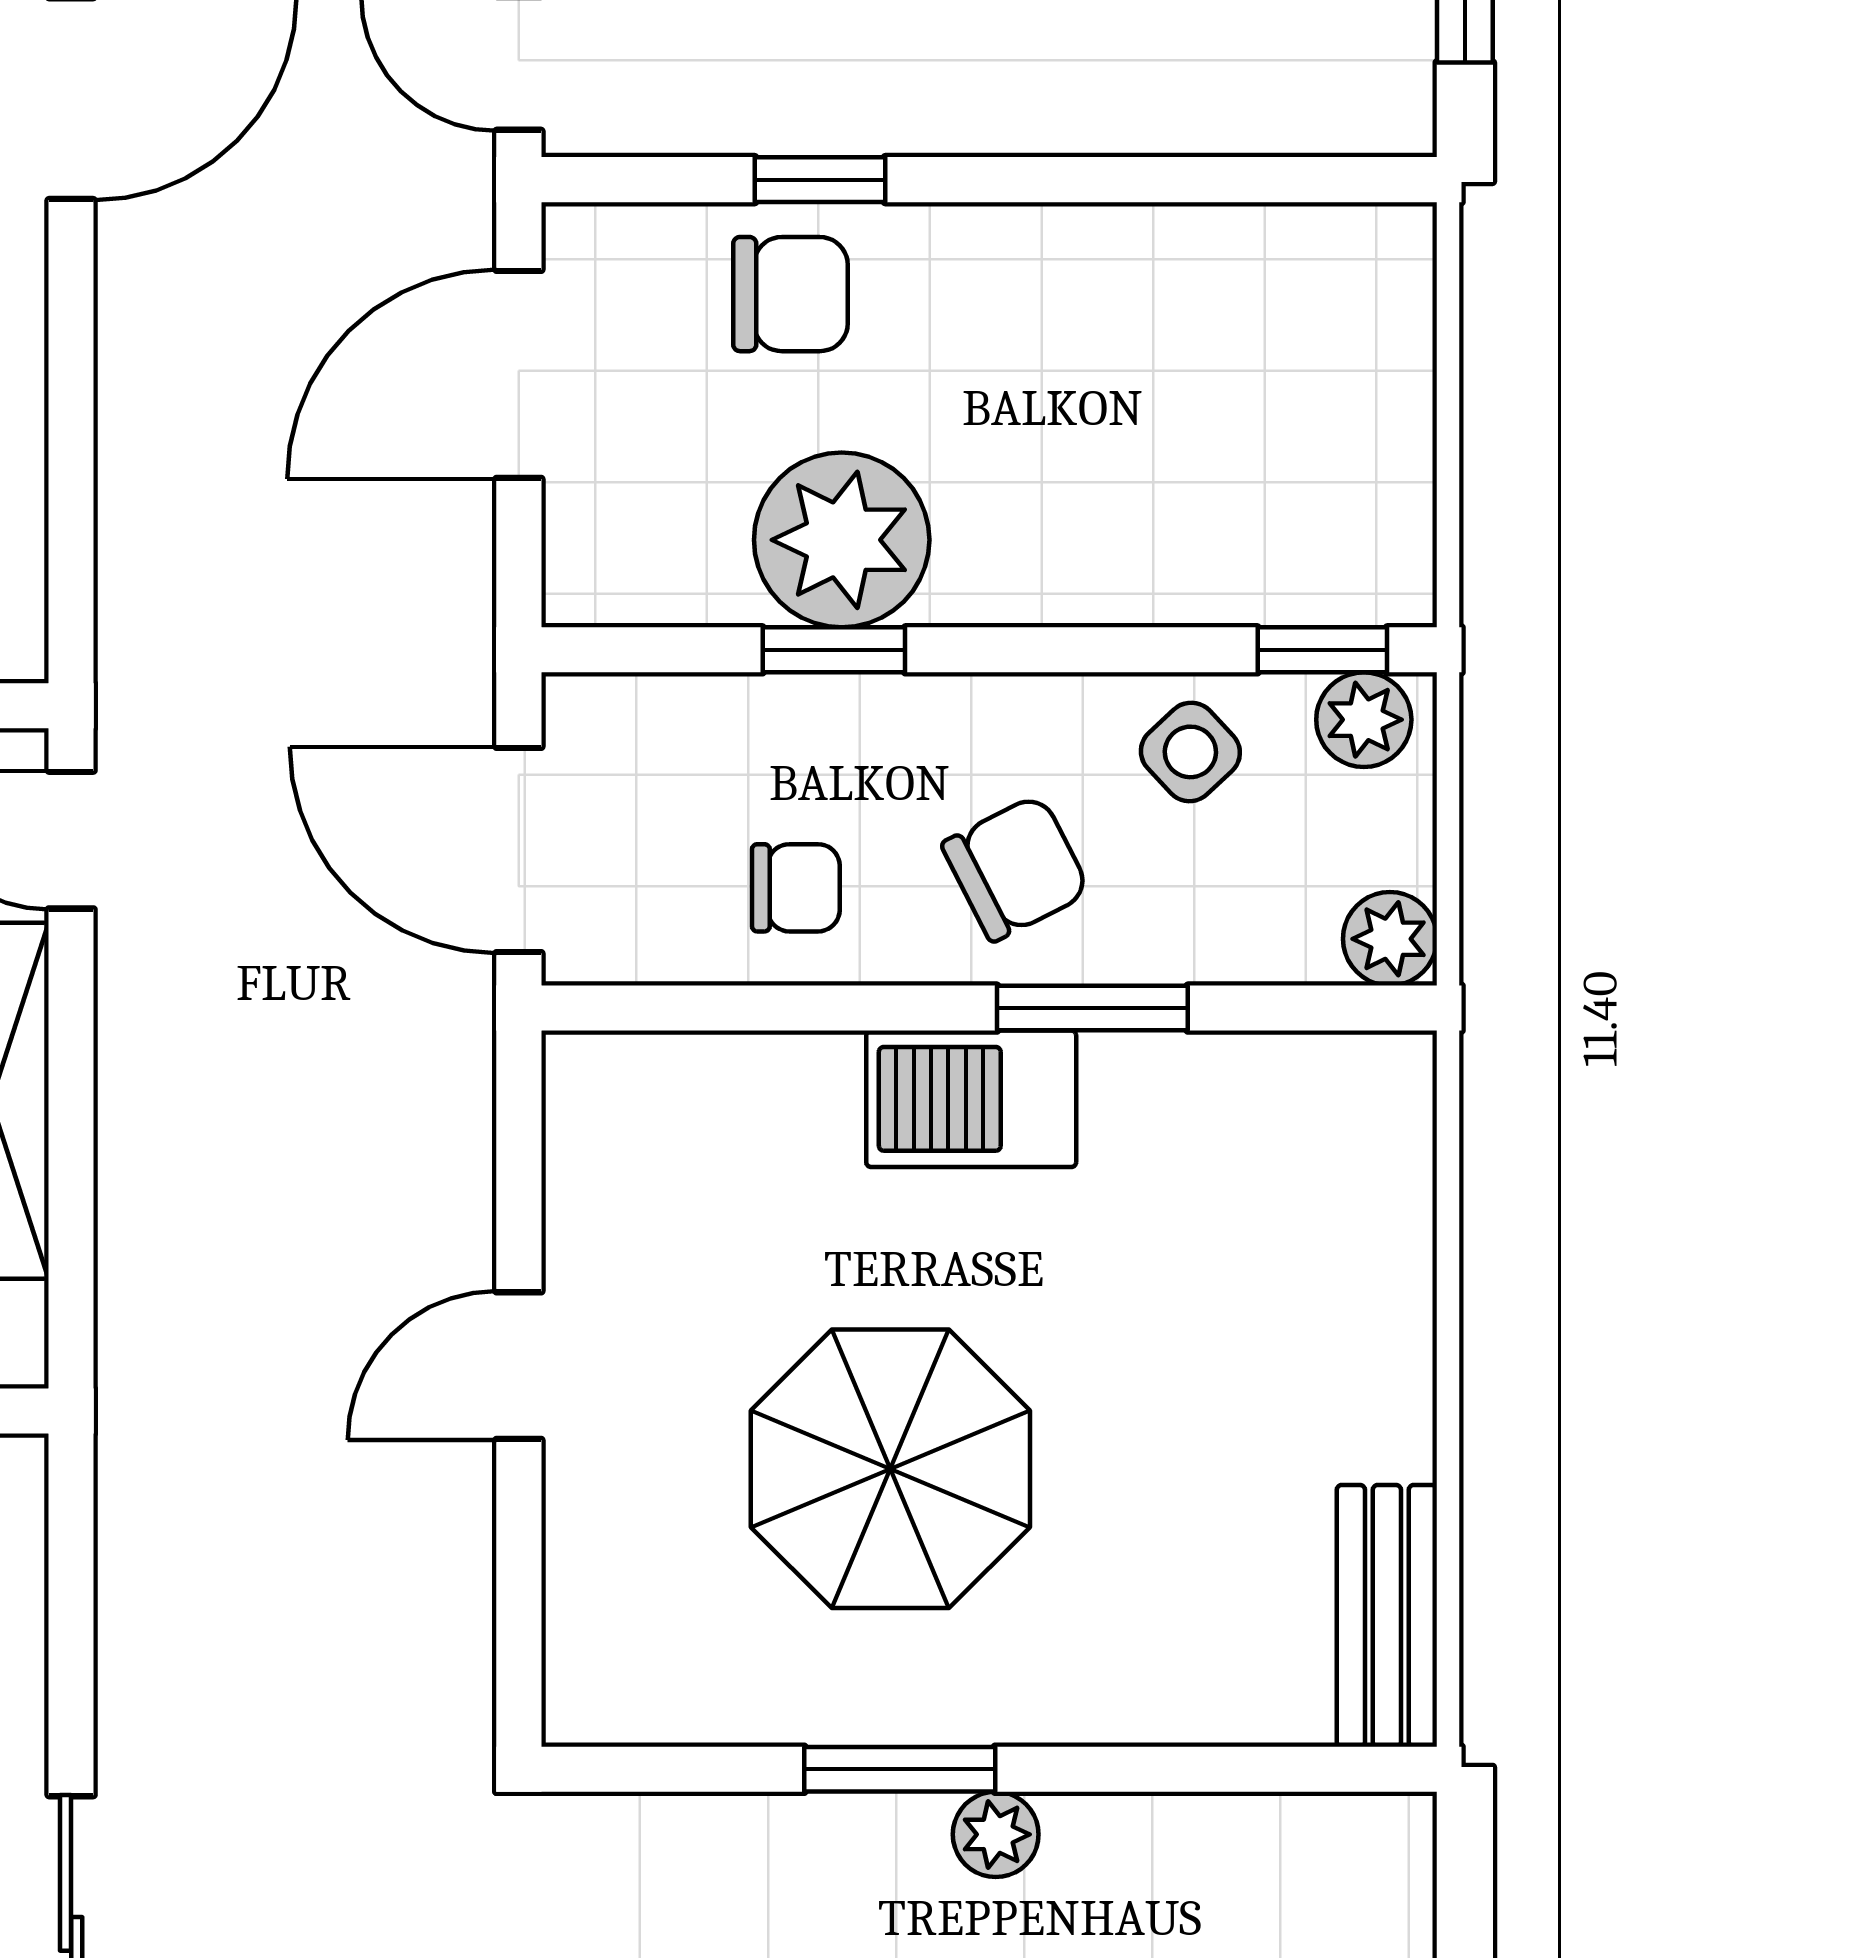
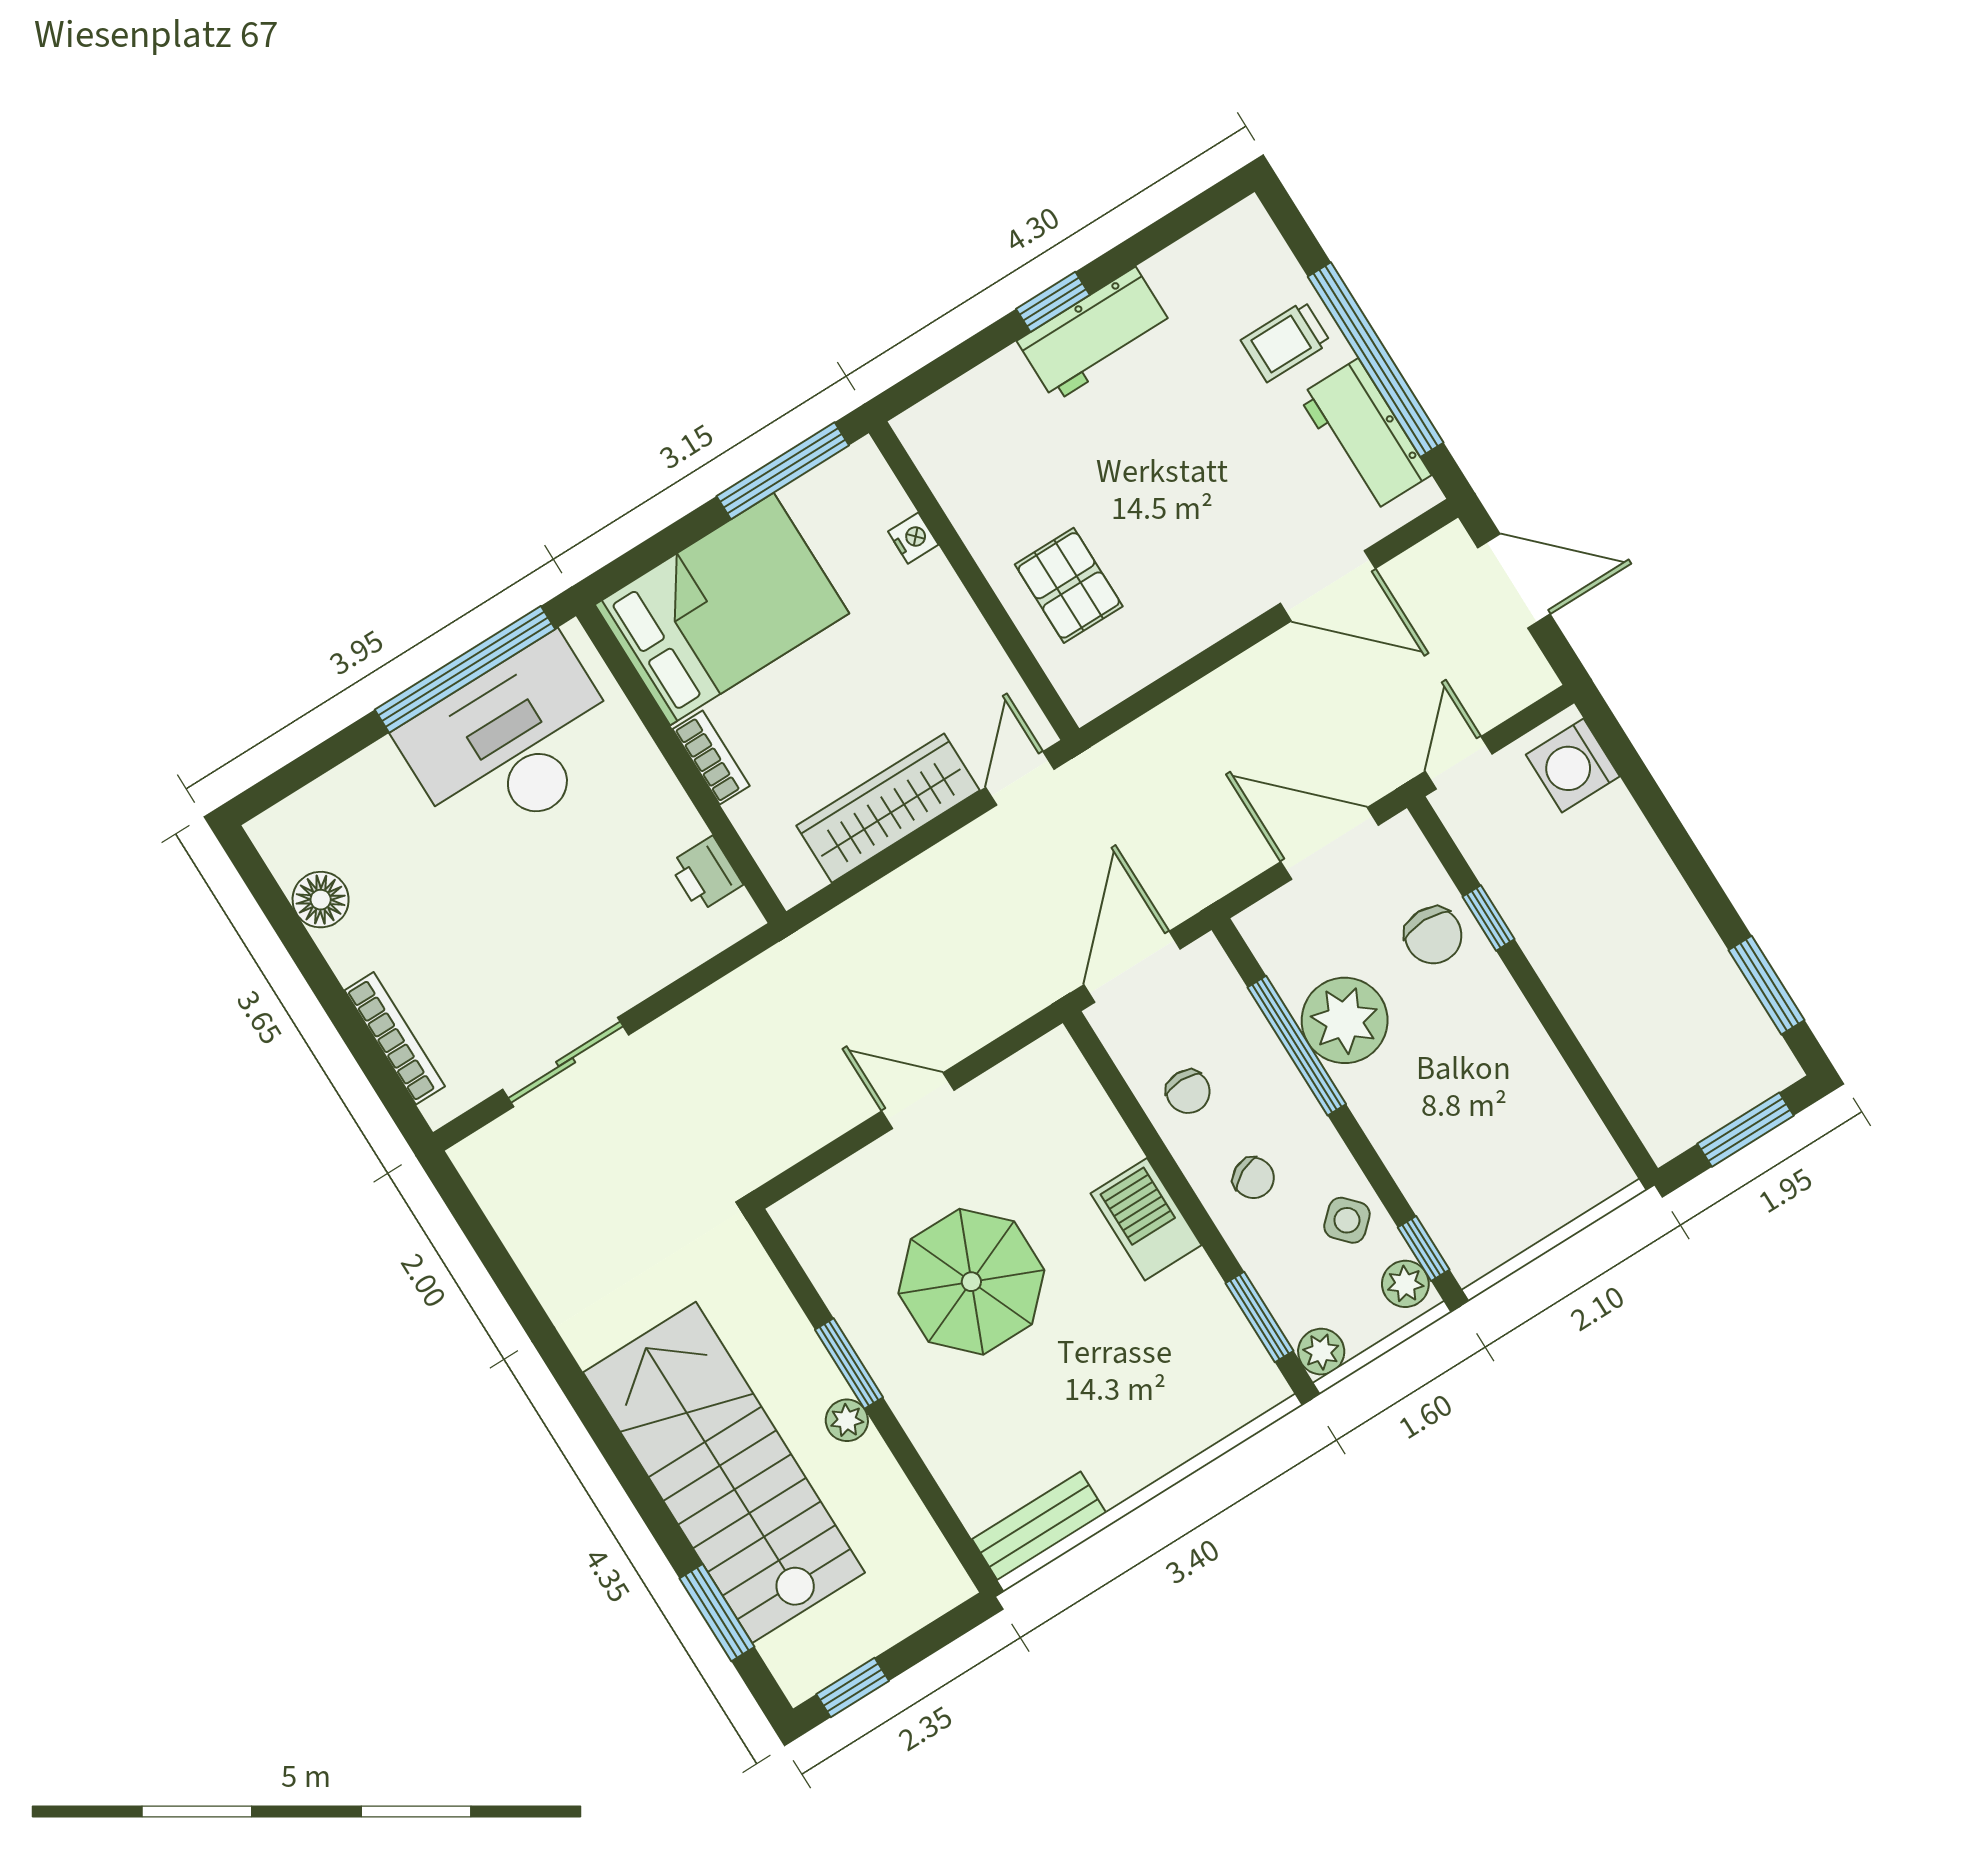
window: (834, 650) -> (1297, 1046), width x2.17
chair: (1016, 868) -> (1253, 1178), width x0.73, depth x0.73
window: (1092, 1008) -> (1260, 1317), moved

